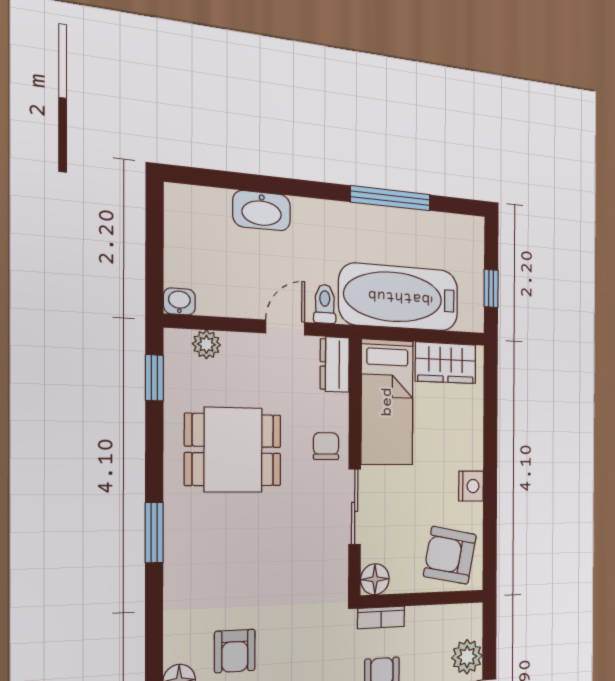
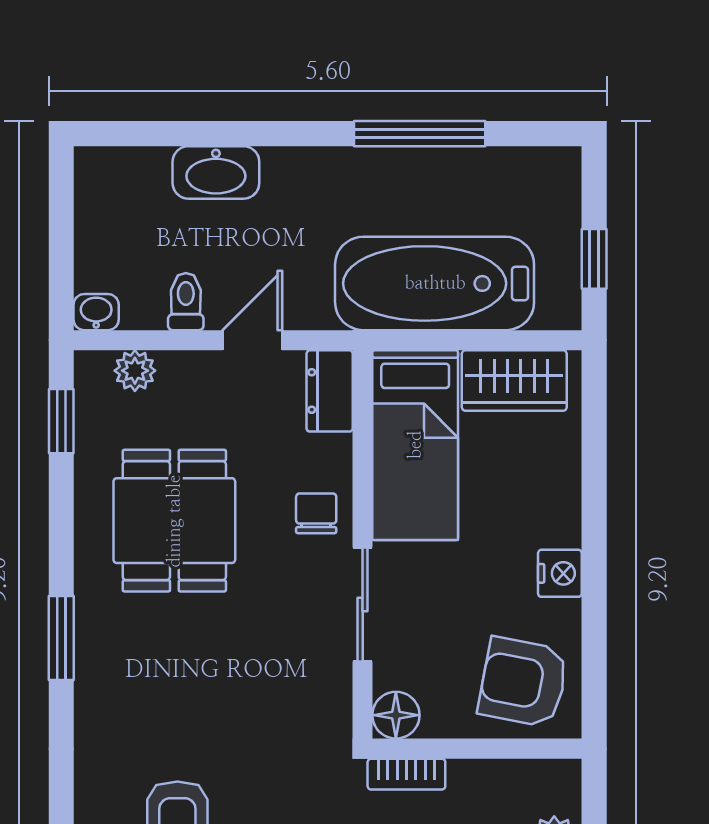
toilet: (325, 304) -> (186, 302), moved
dining table: (233, 450) -> (174, 521), turned 90

